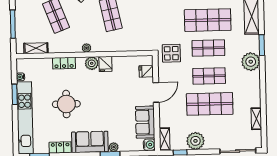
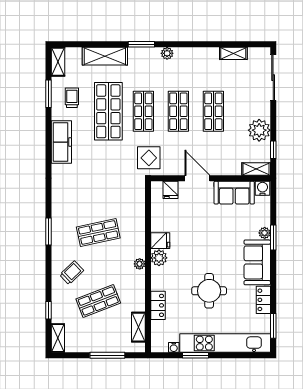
plant: (251, 62) -> (167, 53), width x0.53, depth x0.53
locker: (64, 63) -> (158, 305), moved
shop shelf: (210, 104) -> (213, 111), width x0.70, depth x0.74

